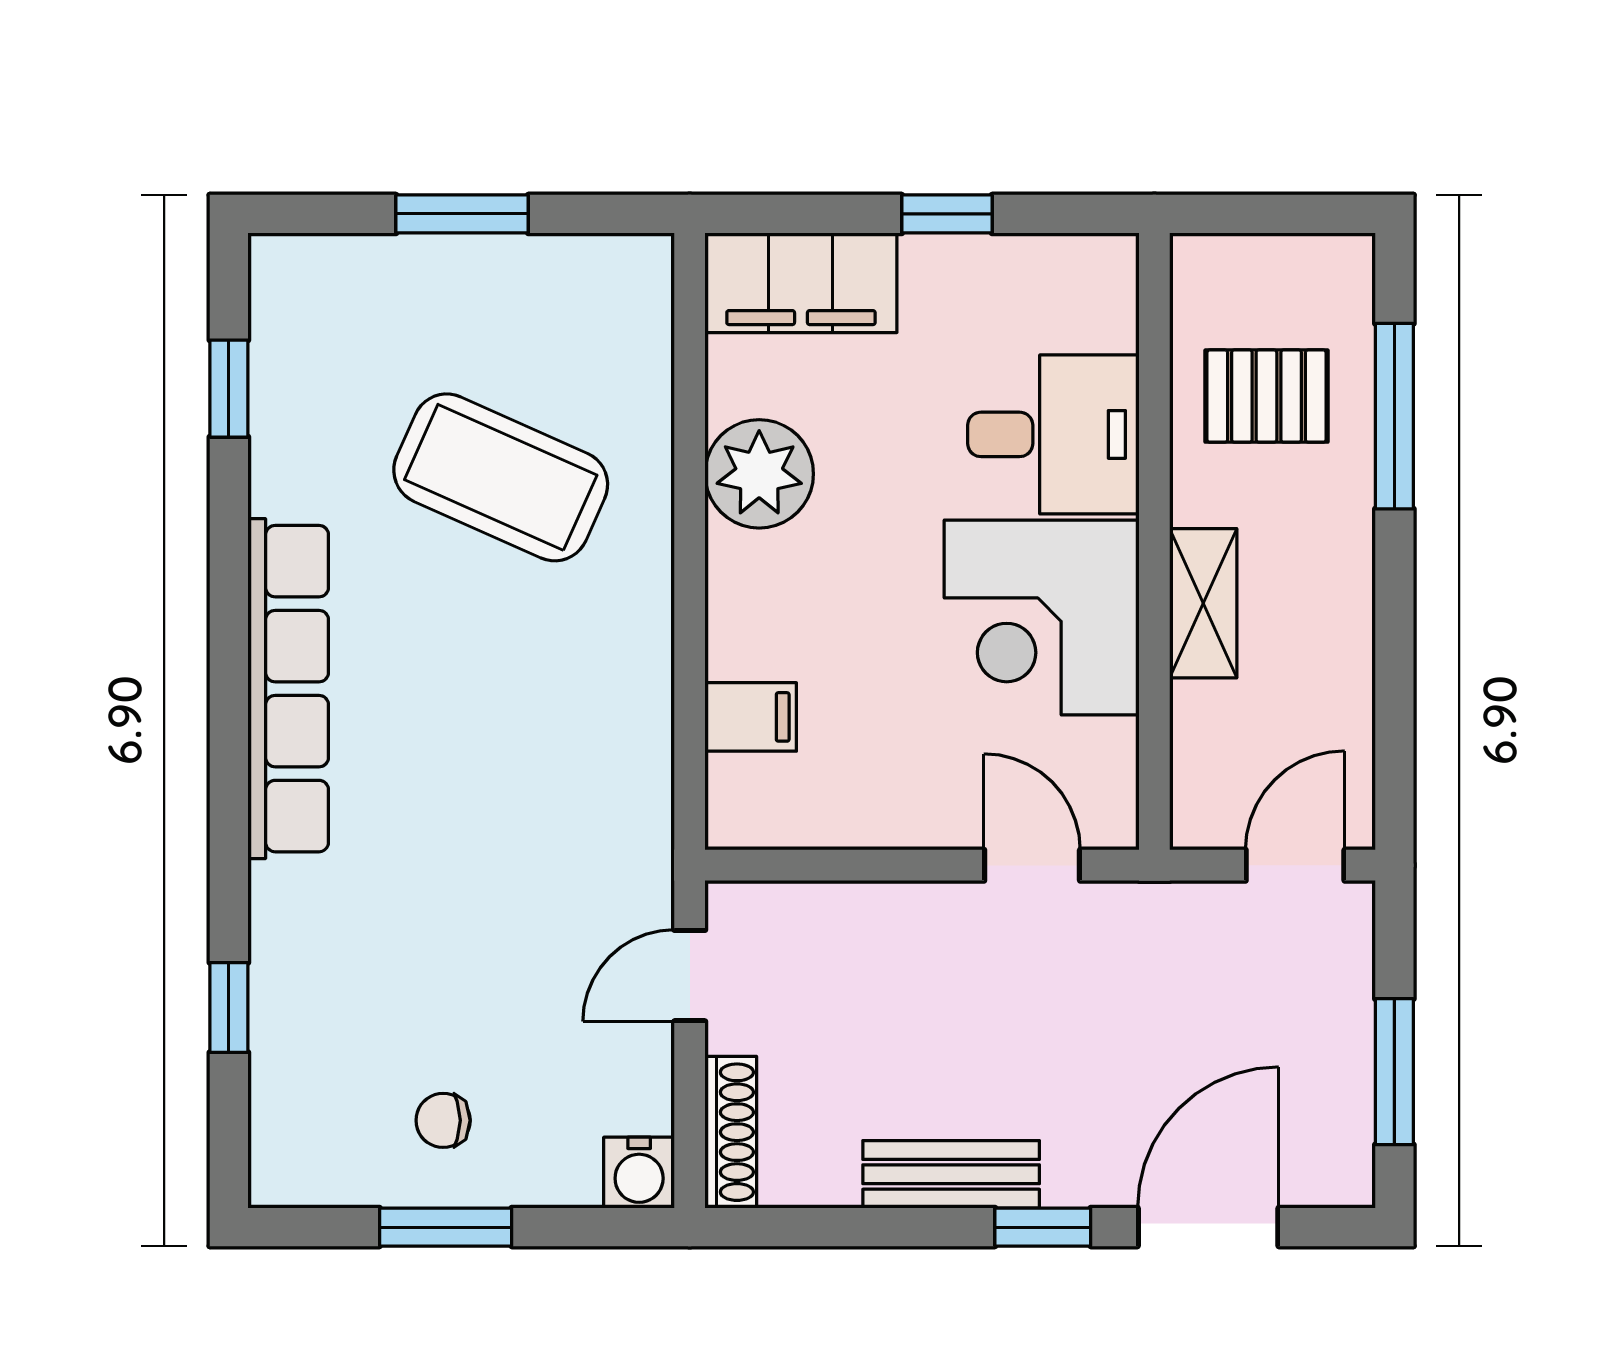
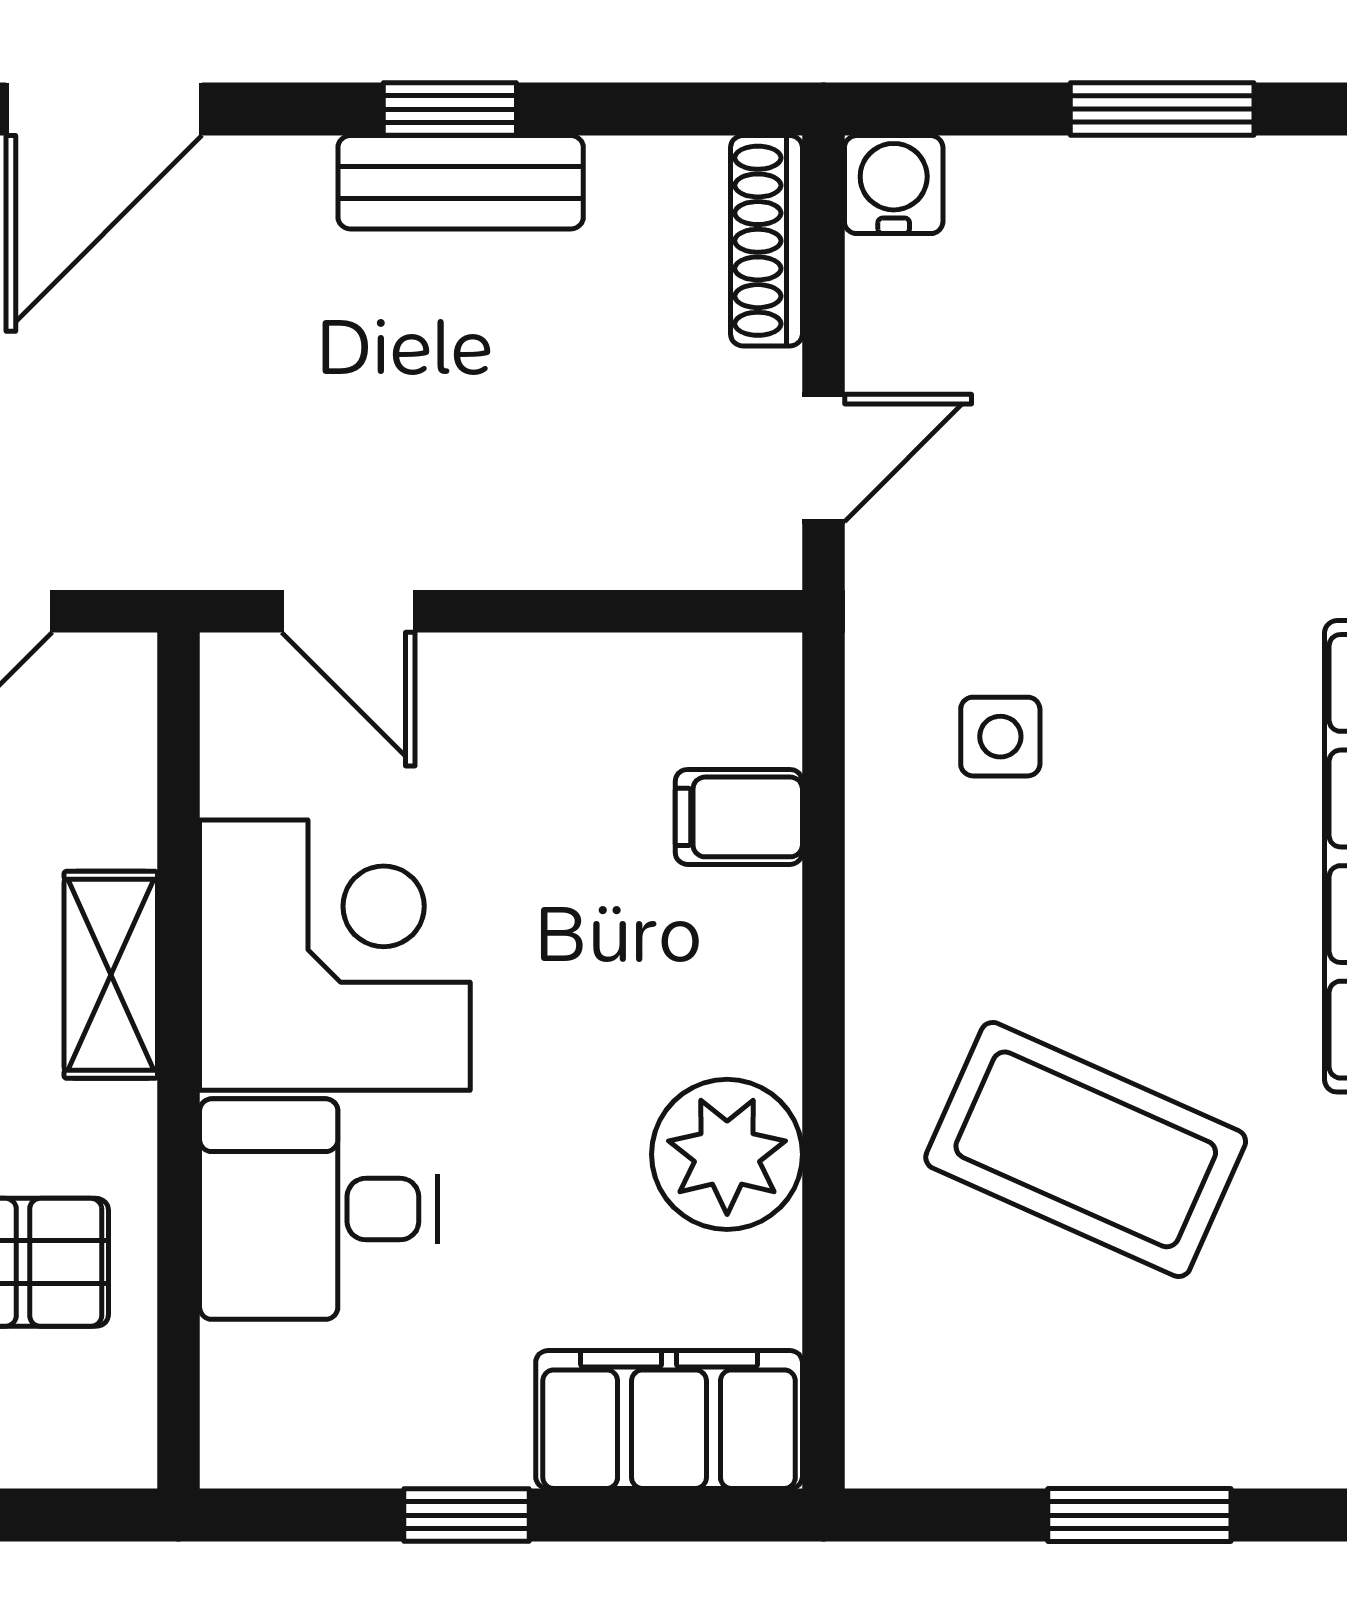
side table: (562, 775) -> (1000, 737), added
chair: (443, 1120) -> (1166, 257), removed
window: (1043, 1227) -> (450, 109), moved

